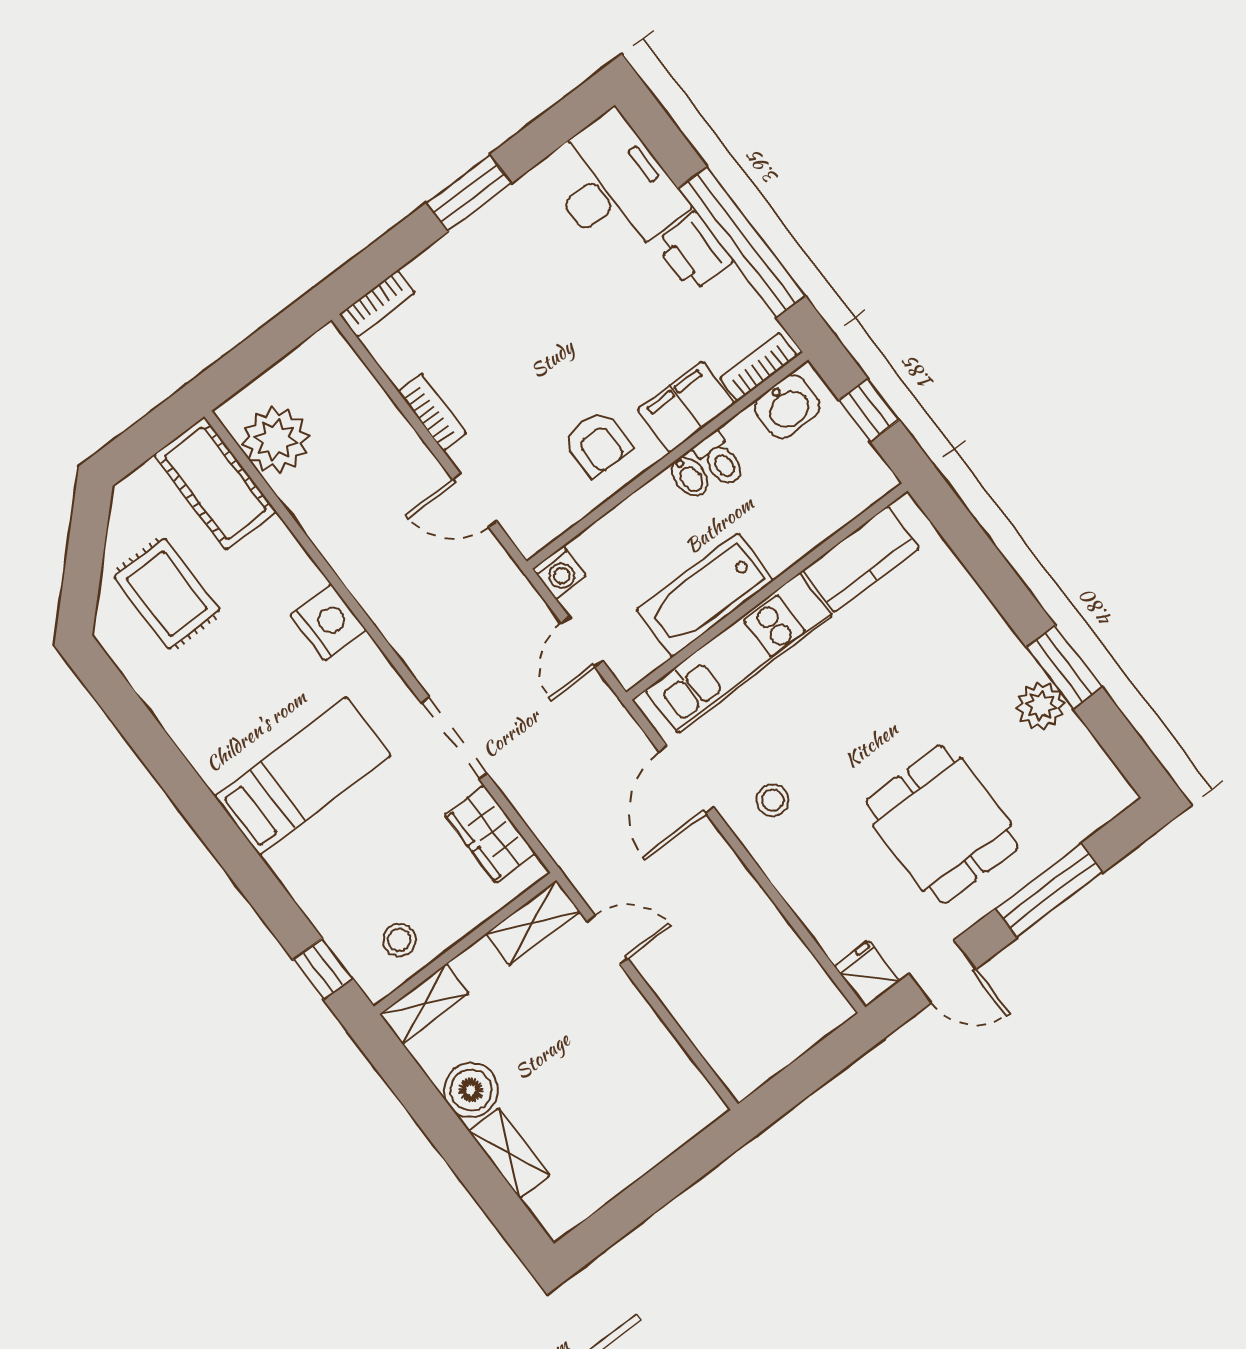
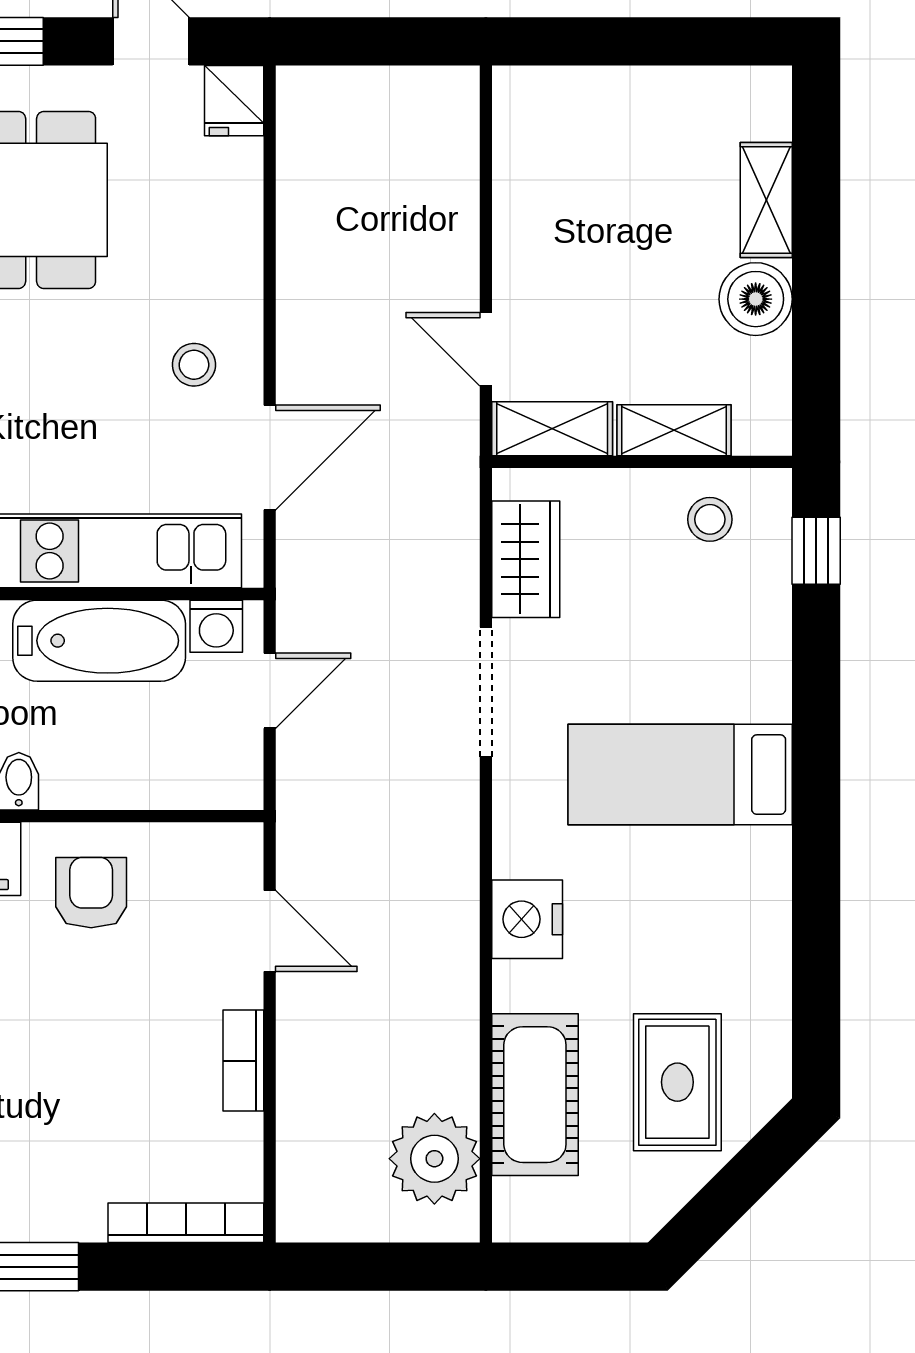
bookcase: (377, 304) -> (186, 1223), width x1.56
cot: (215, 483) -> (535, 1095), moved
washing machine: (559, 573) -> (216, 626), moved, turned 180
shelving: (424, 1004) -> (674, 430), moved

